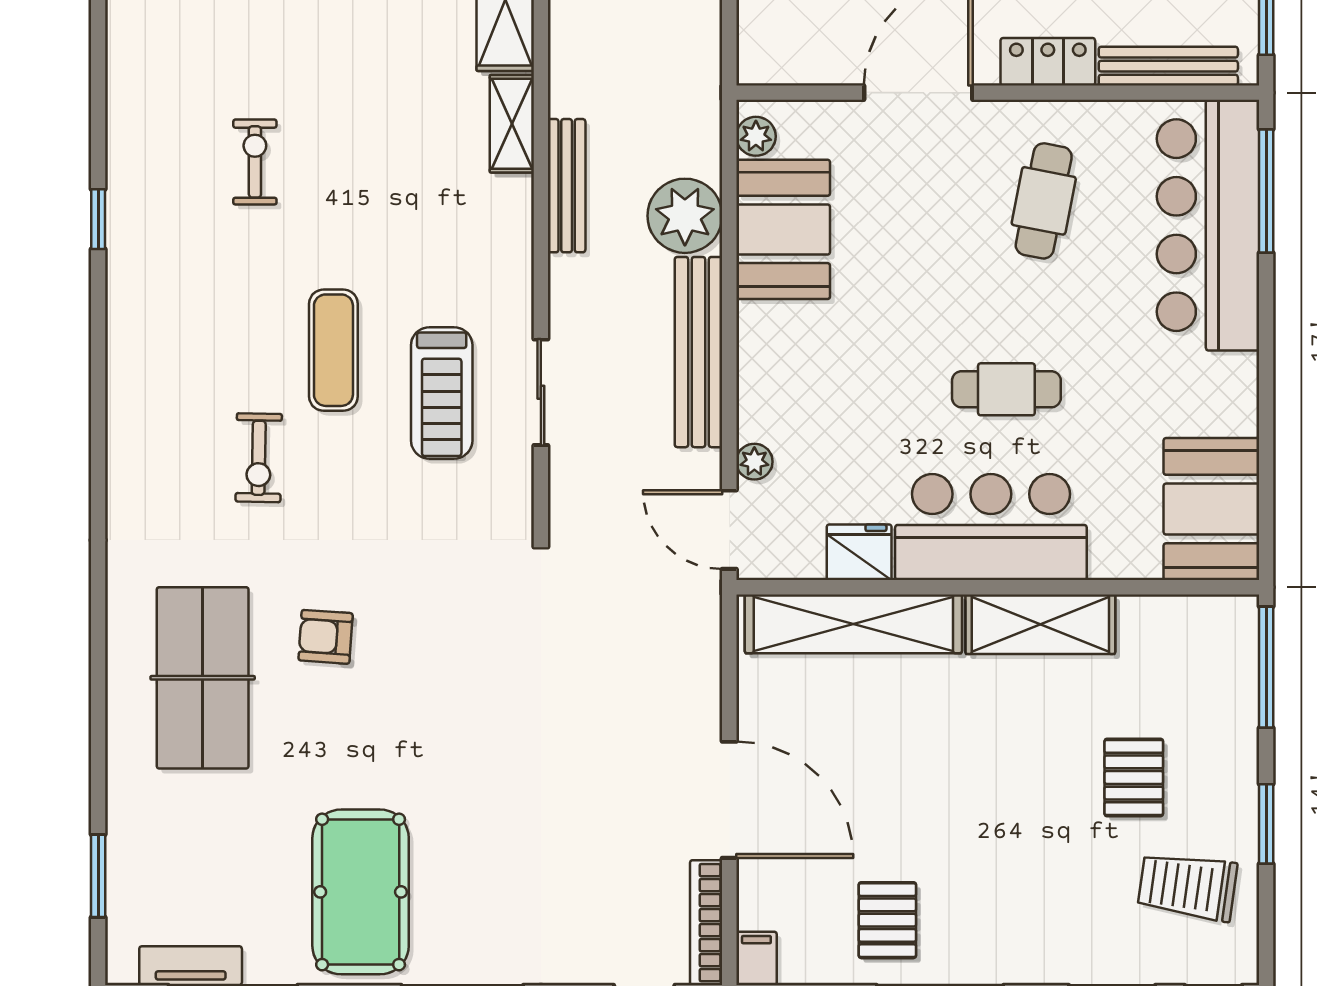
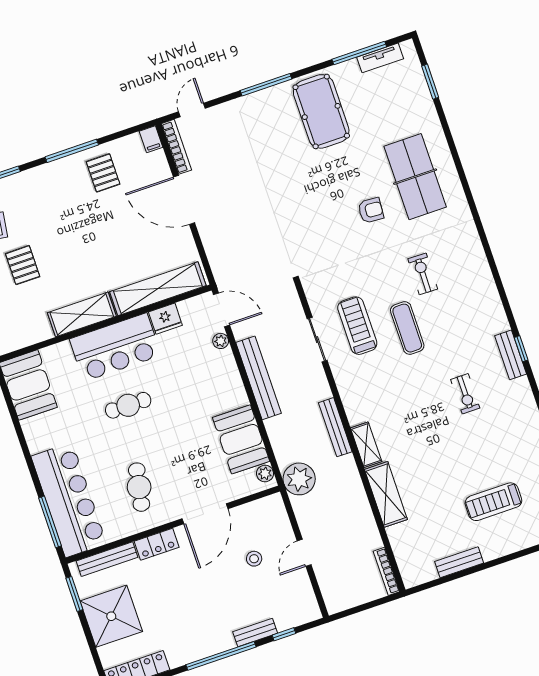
bench: (126, 214) -> (511, 355), added
plant: (685, 216) -> (299, 479), moved

